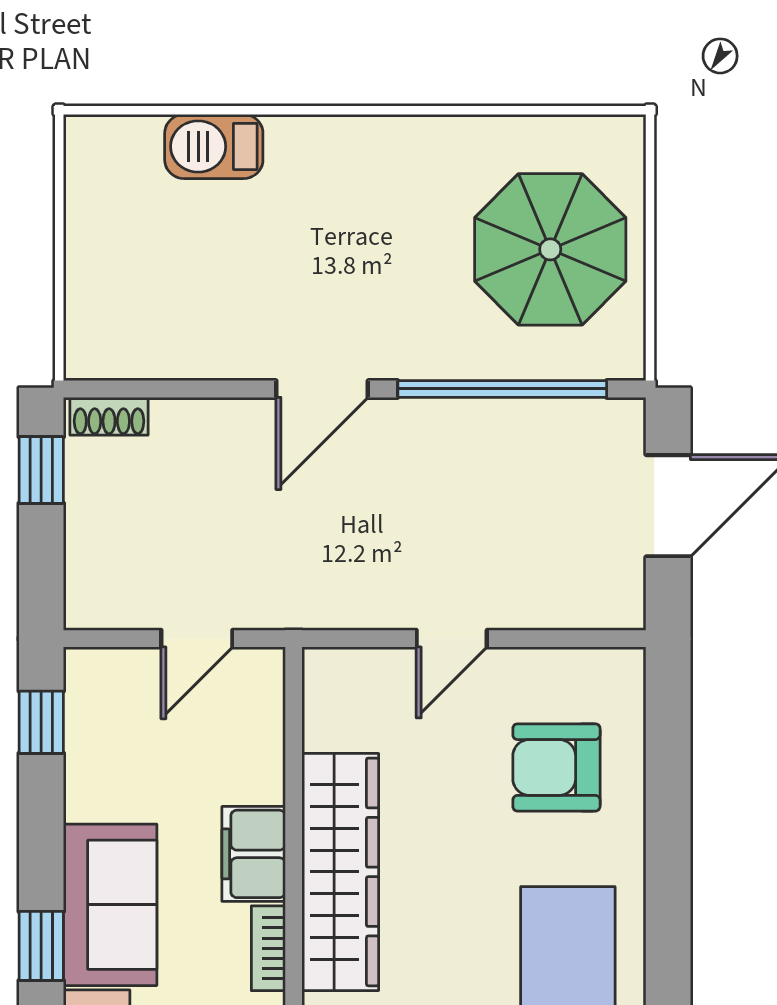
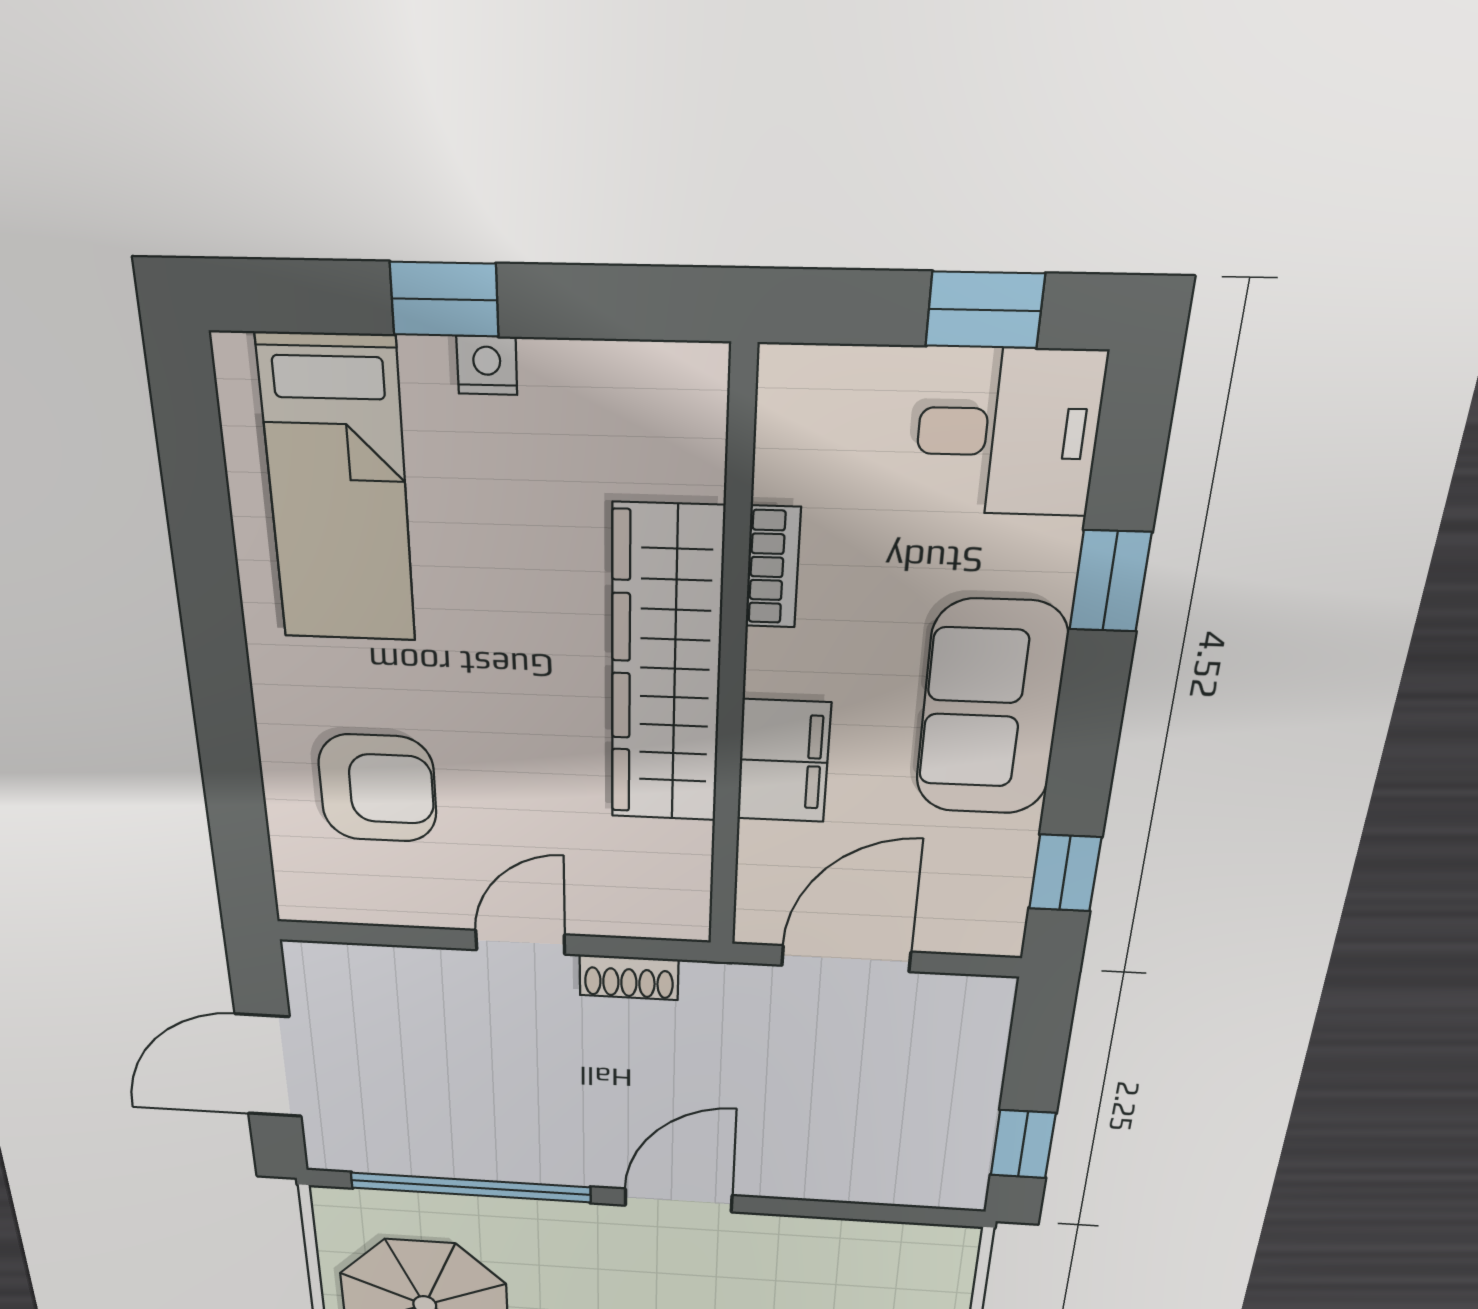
shoe rack: (109, 416) -> (629, 977), moved, turned 180
door: (197, 639) -> (846, 959), width x1.38
filing cabinet: (254, 854) -> (784, 761), moved
sofa: (110, 905) -> (991, 709), moved

